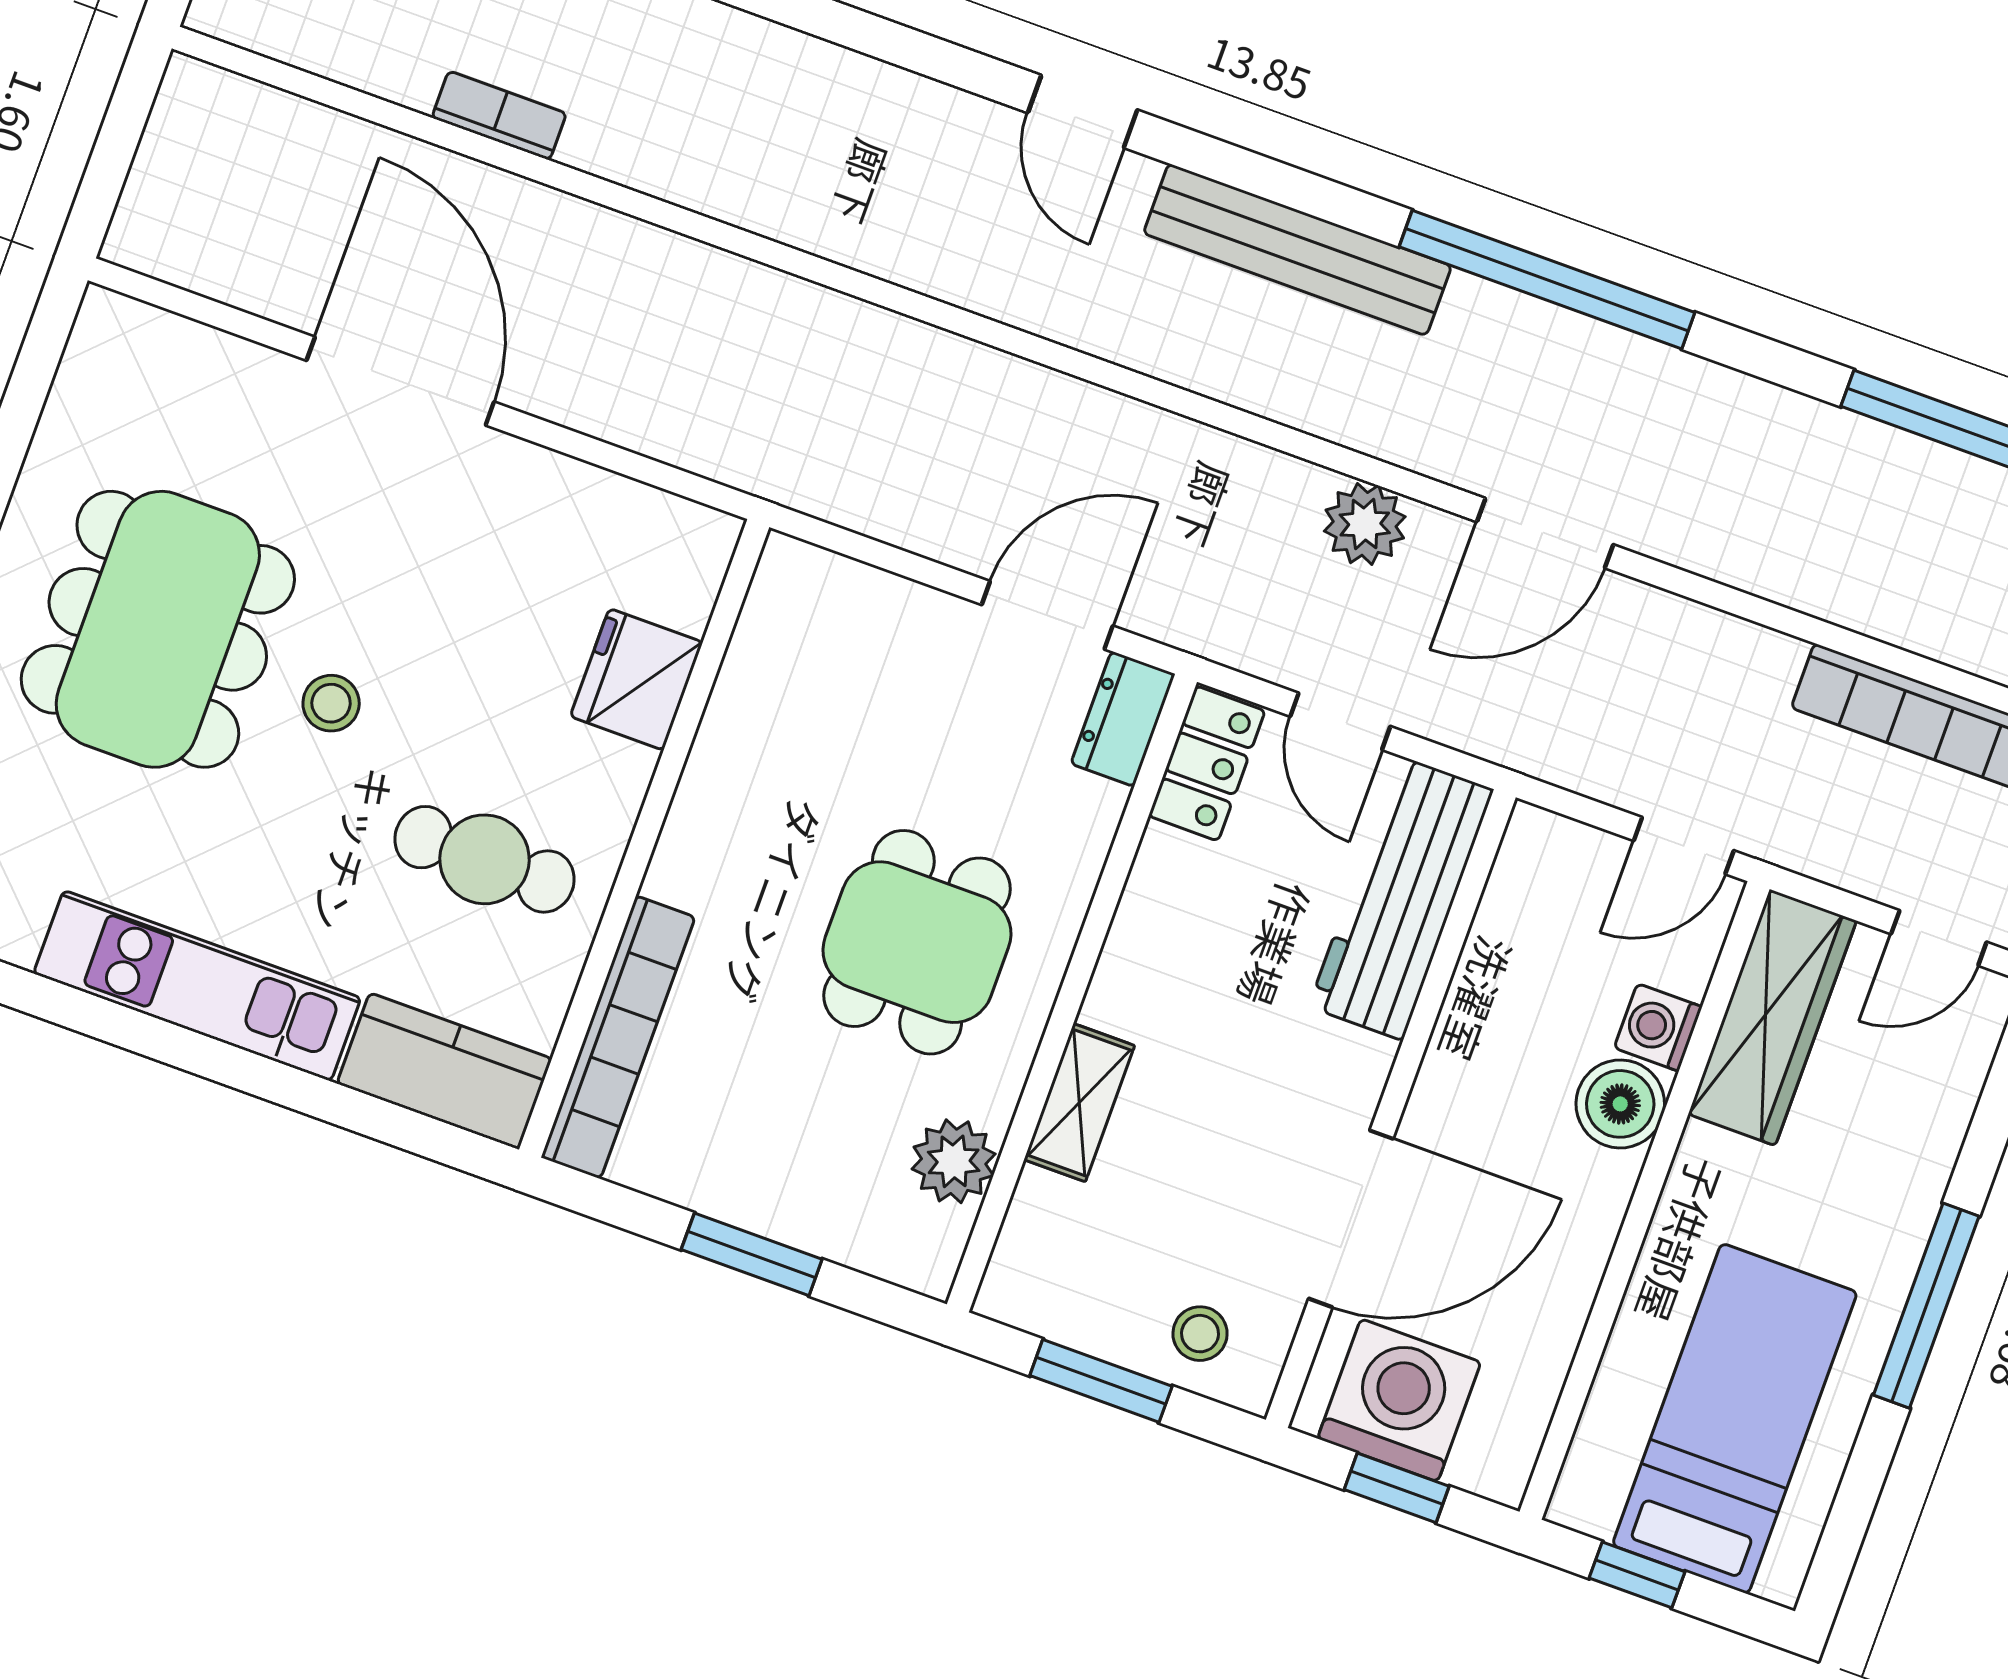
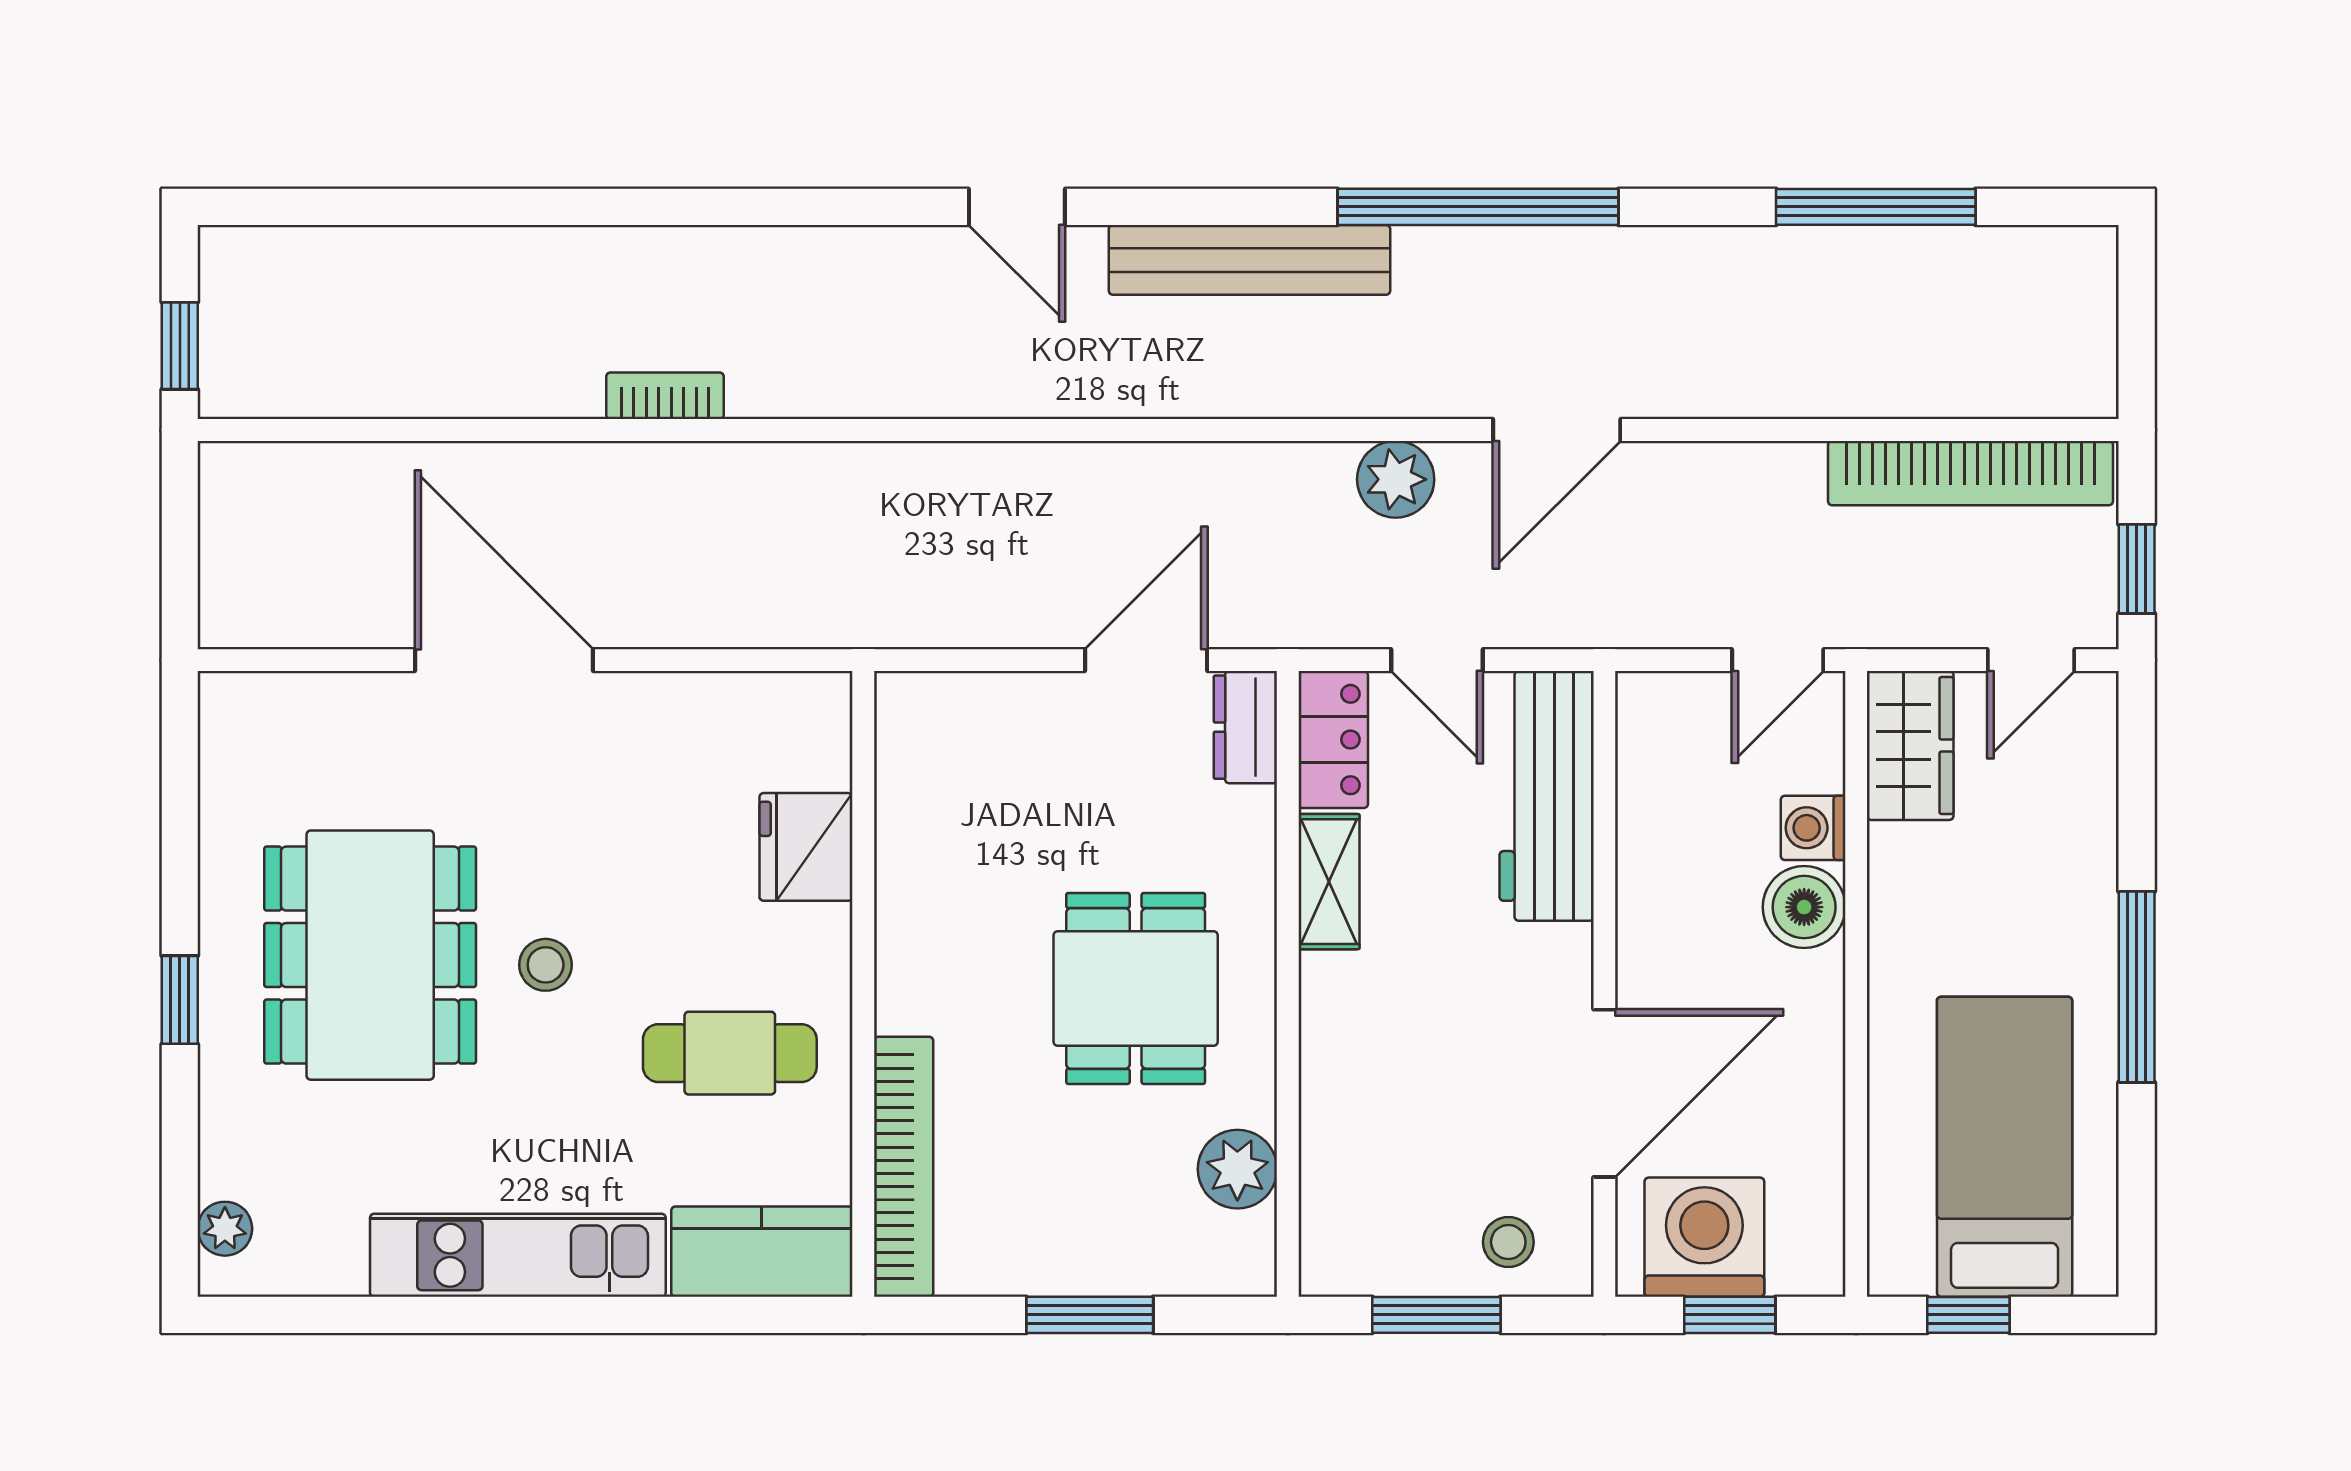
bookcase: (499, 115) -> (665, 396), moved
wardrobe: (1772, 1017) -> (1910, 746), width x0.67
shelving: (1079, 1103) -> (1329, 882), moved

